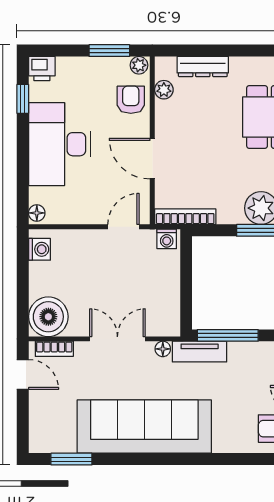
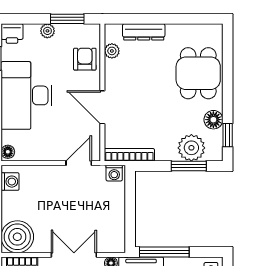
plant: (139, 65) -> (47, 31), moved

